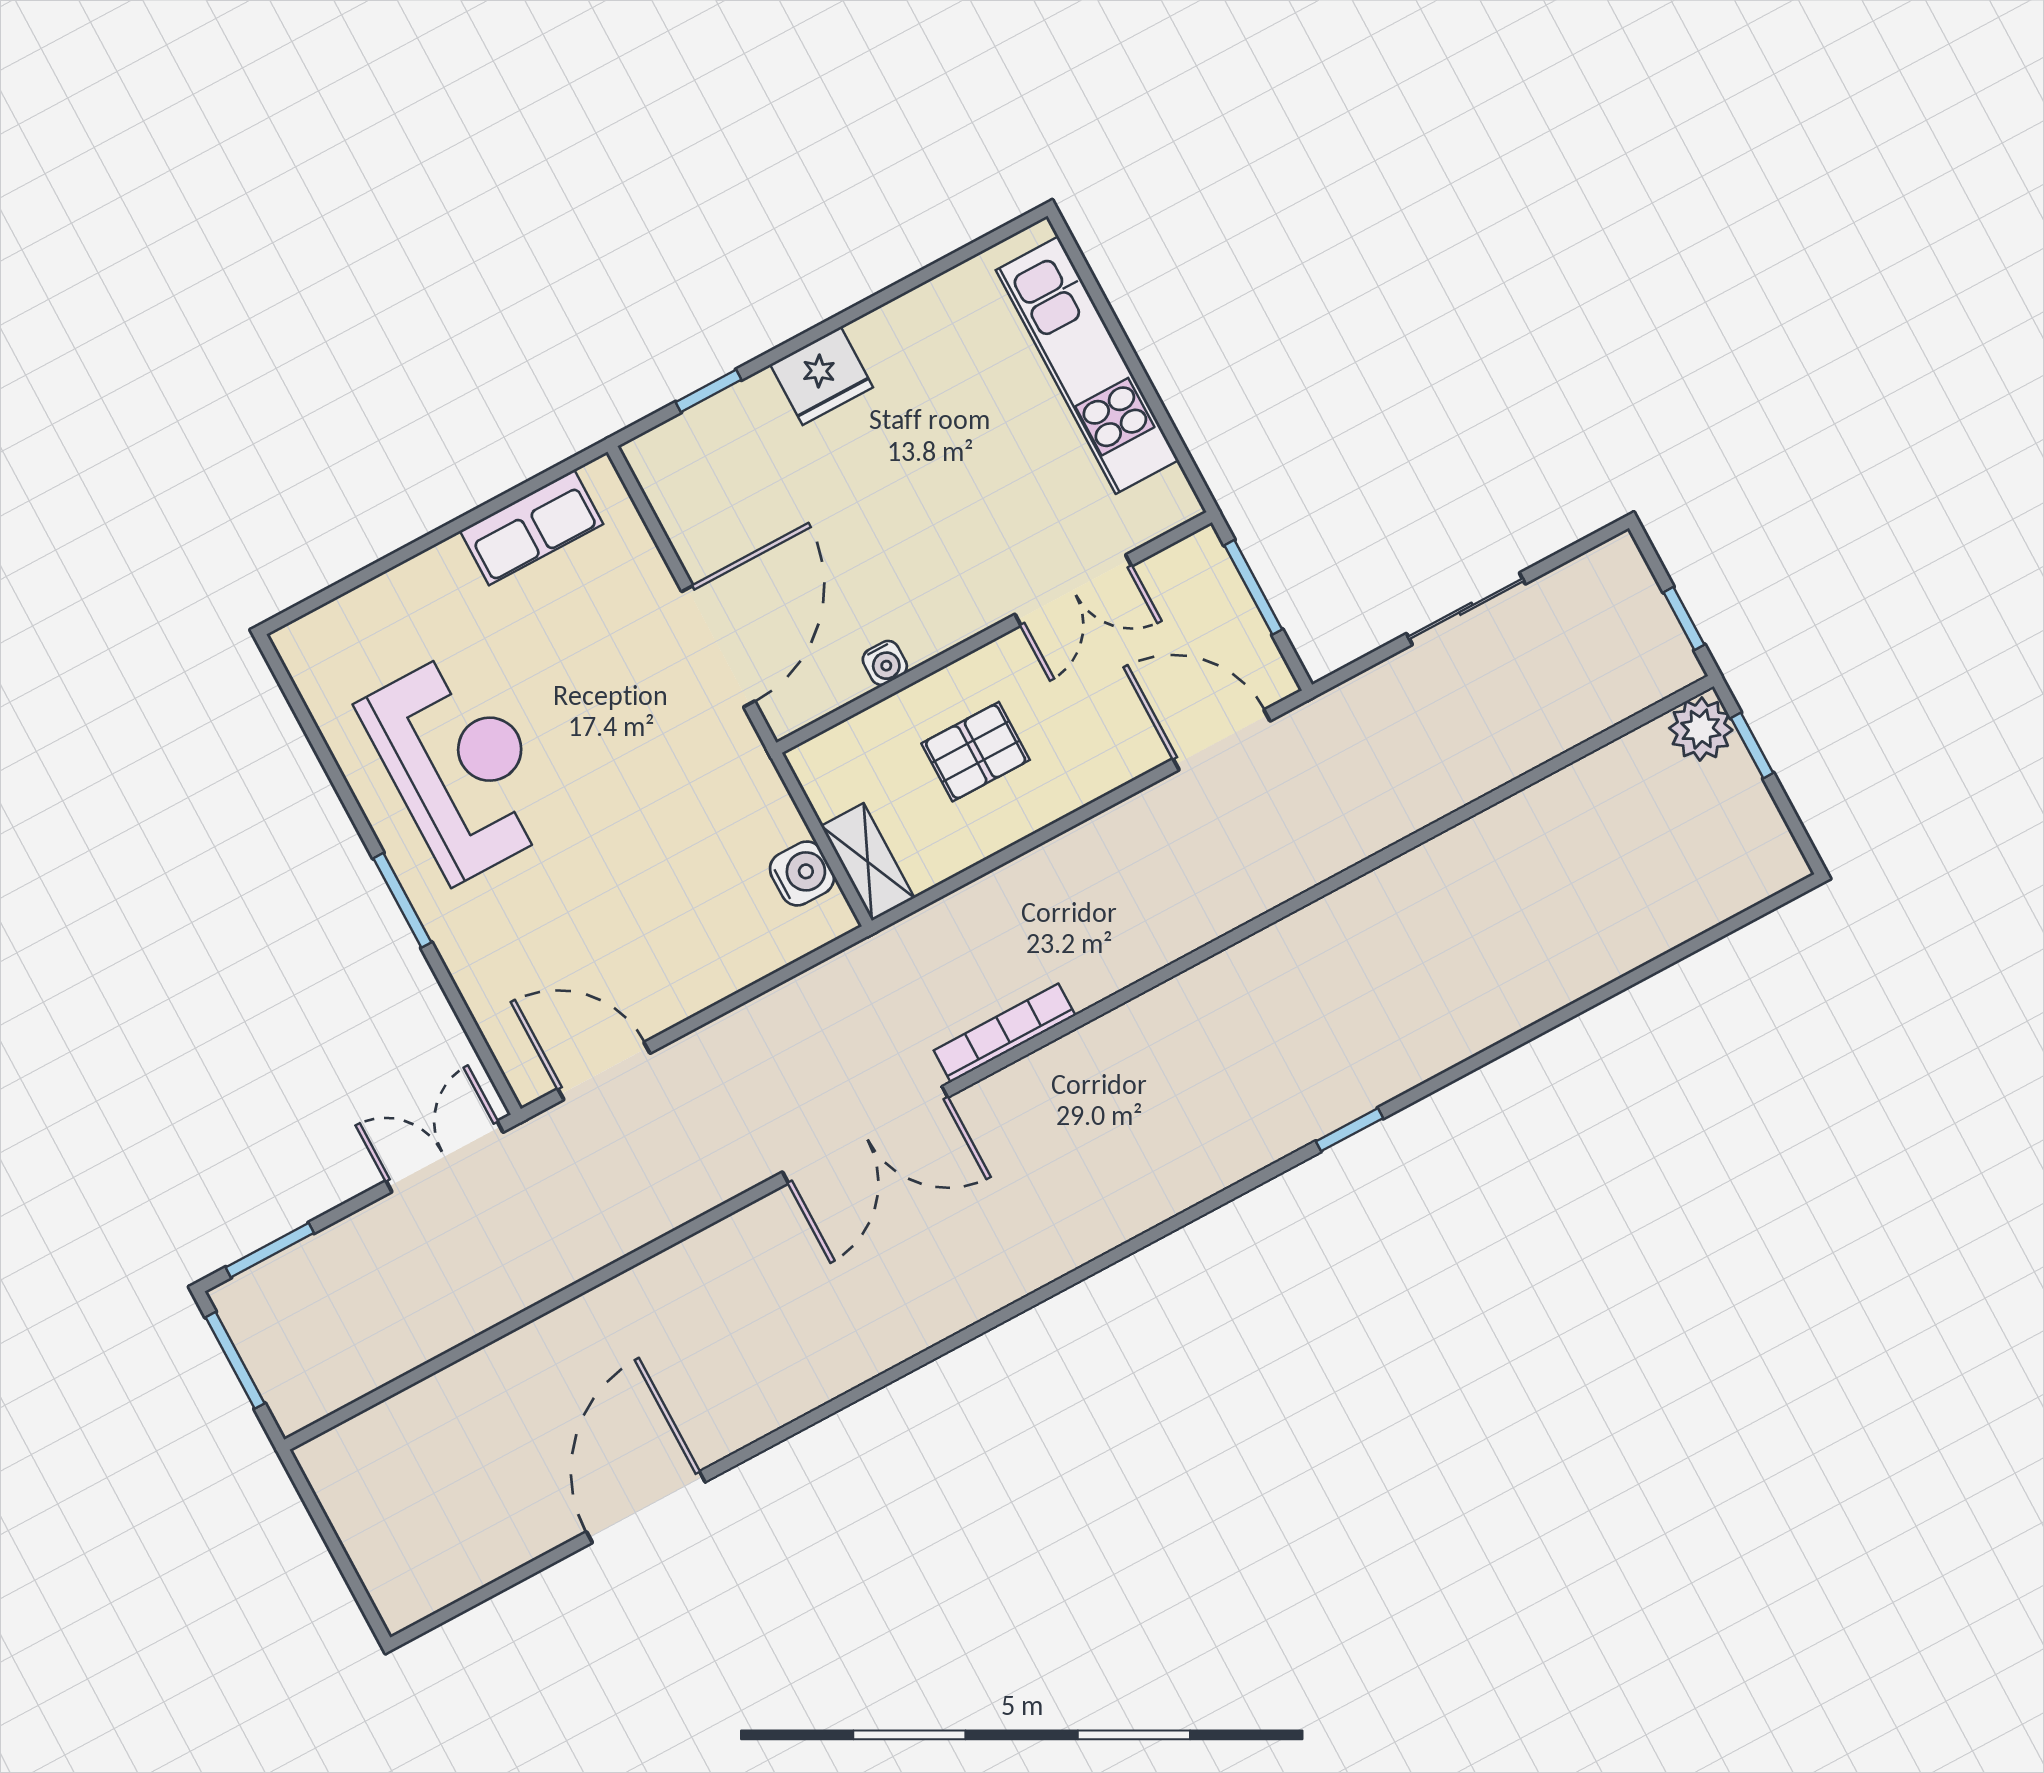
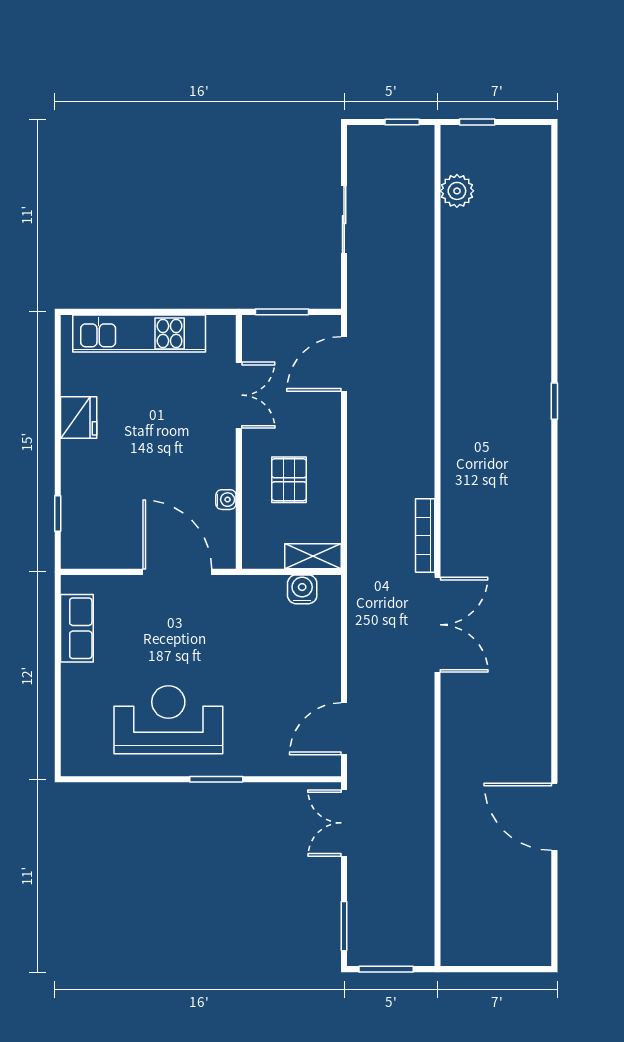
fridge: (822, 376) -> (79, 417), moved
plant: (1701, 729) -> (457, 191), moved

